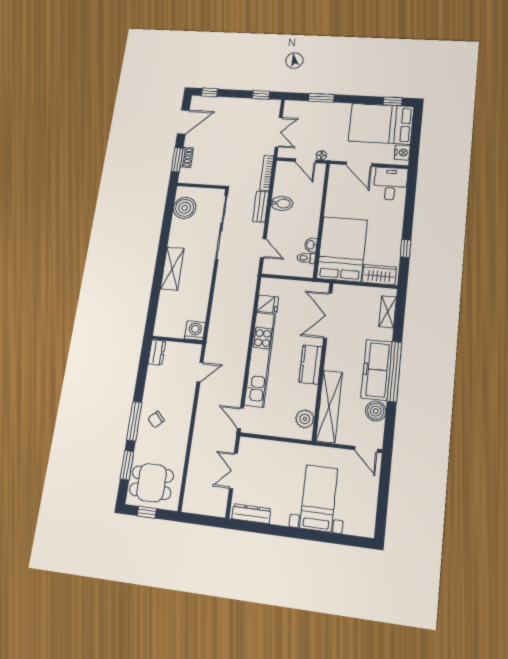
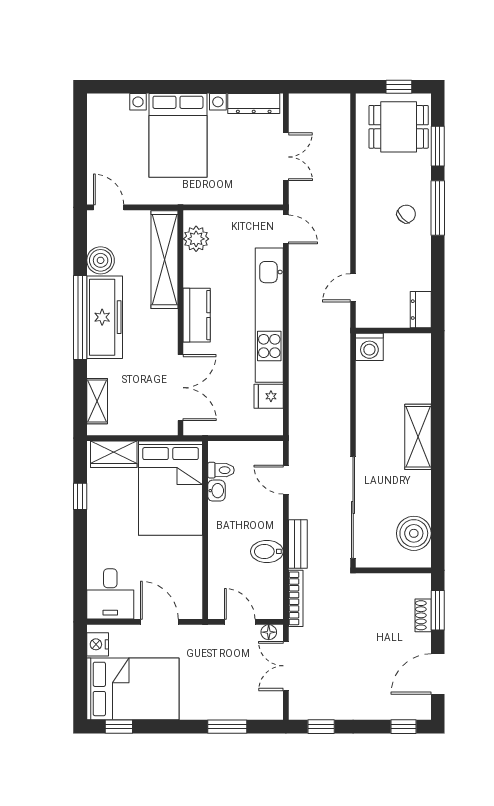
floor lamp: (321, 155) -> (269, 632), moved
bed with nightstands: (319, 498) -> (178, 135), width x1.36

